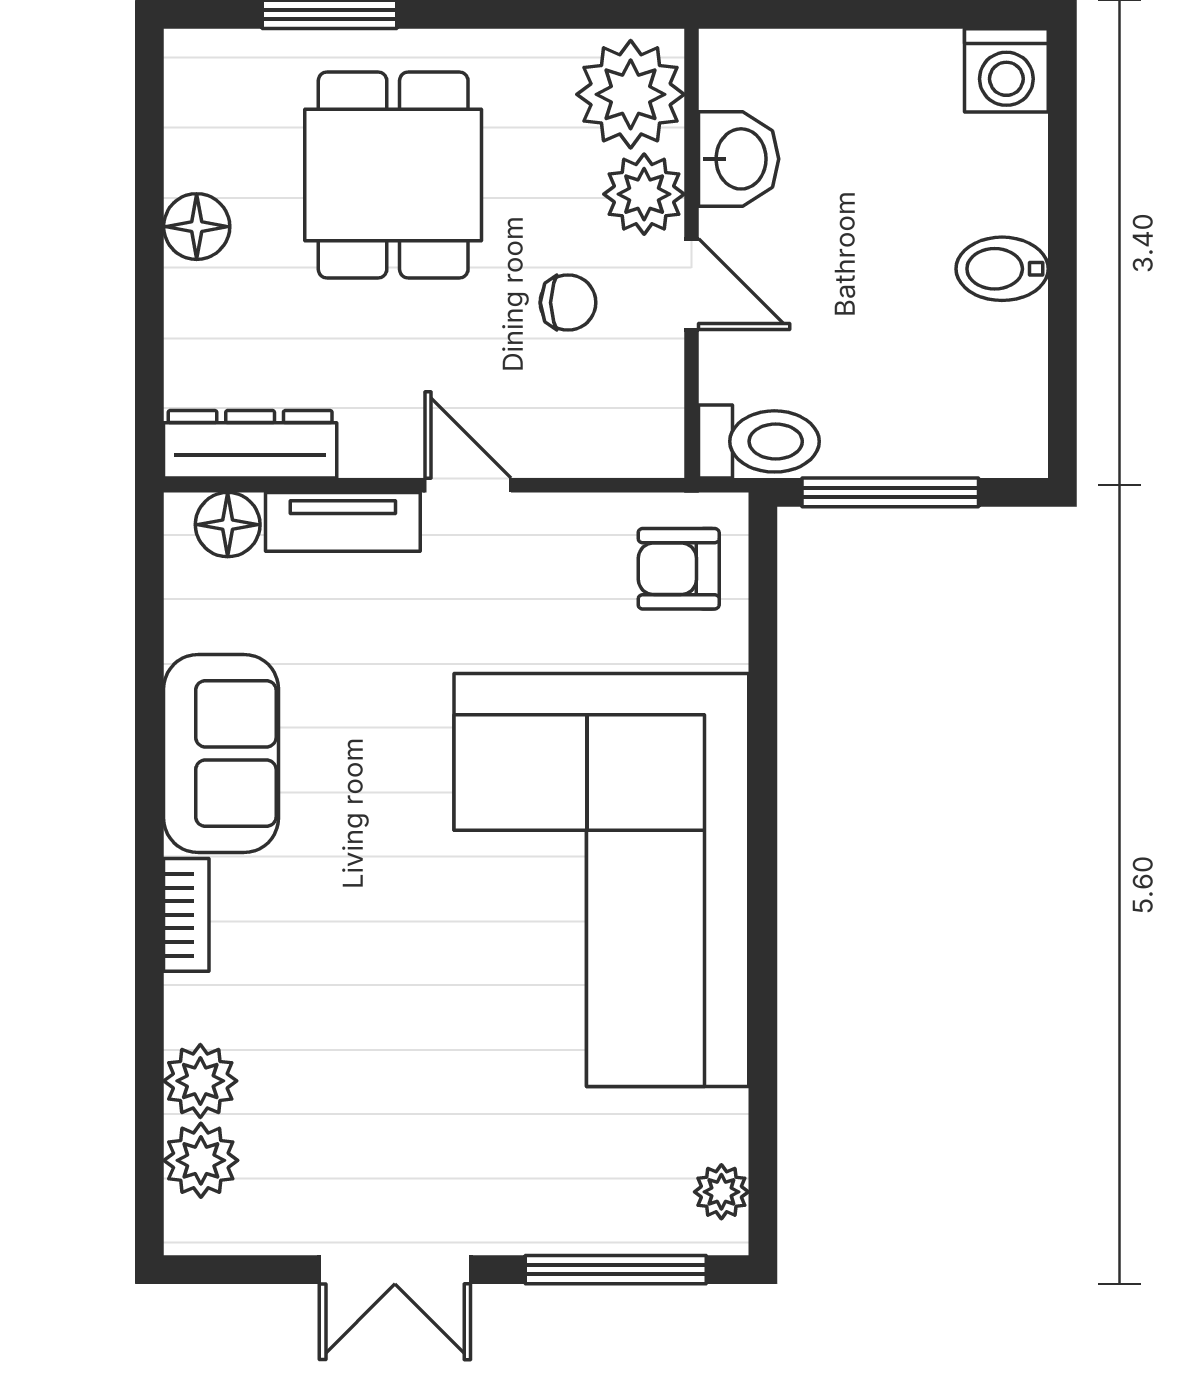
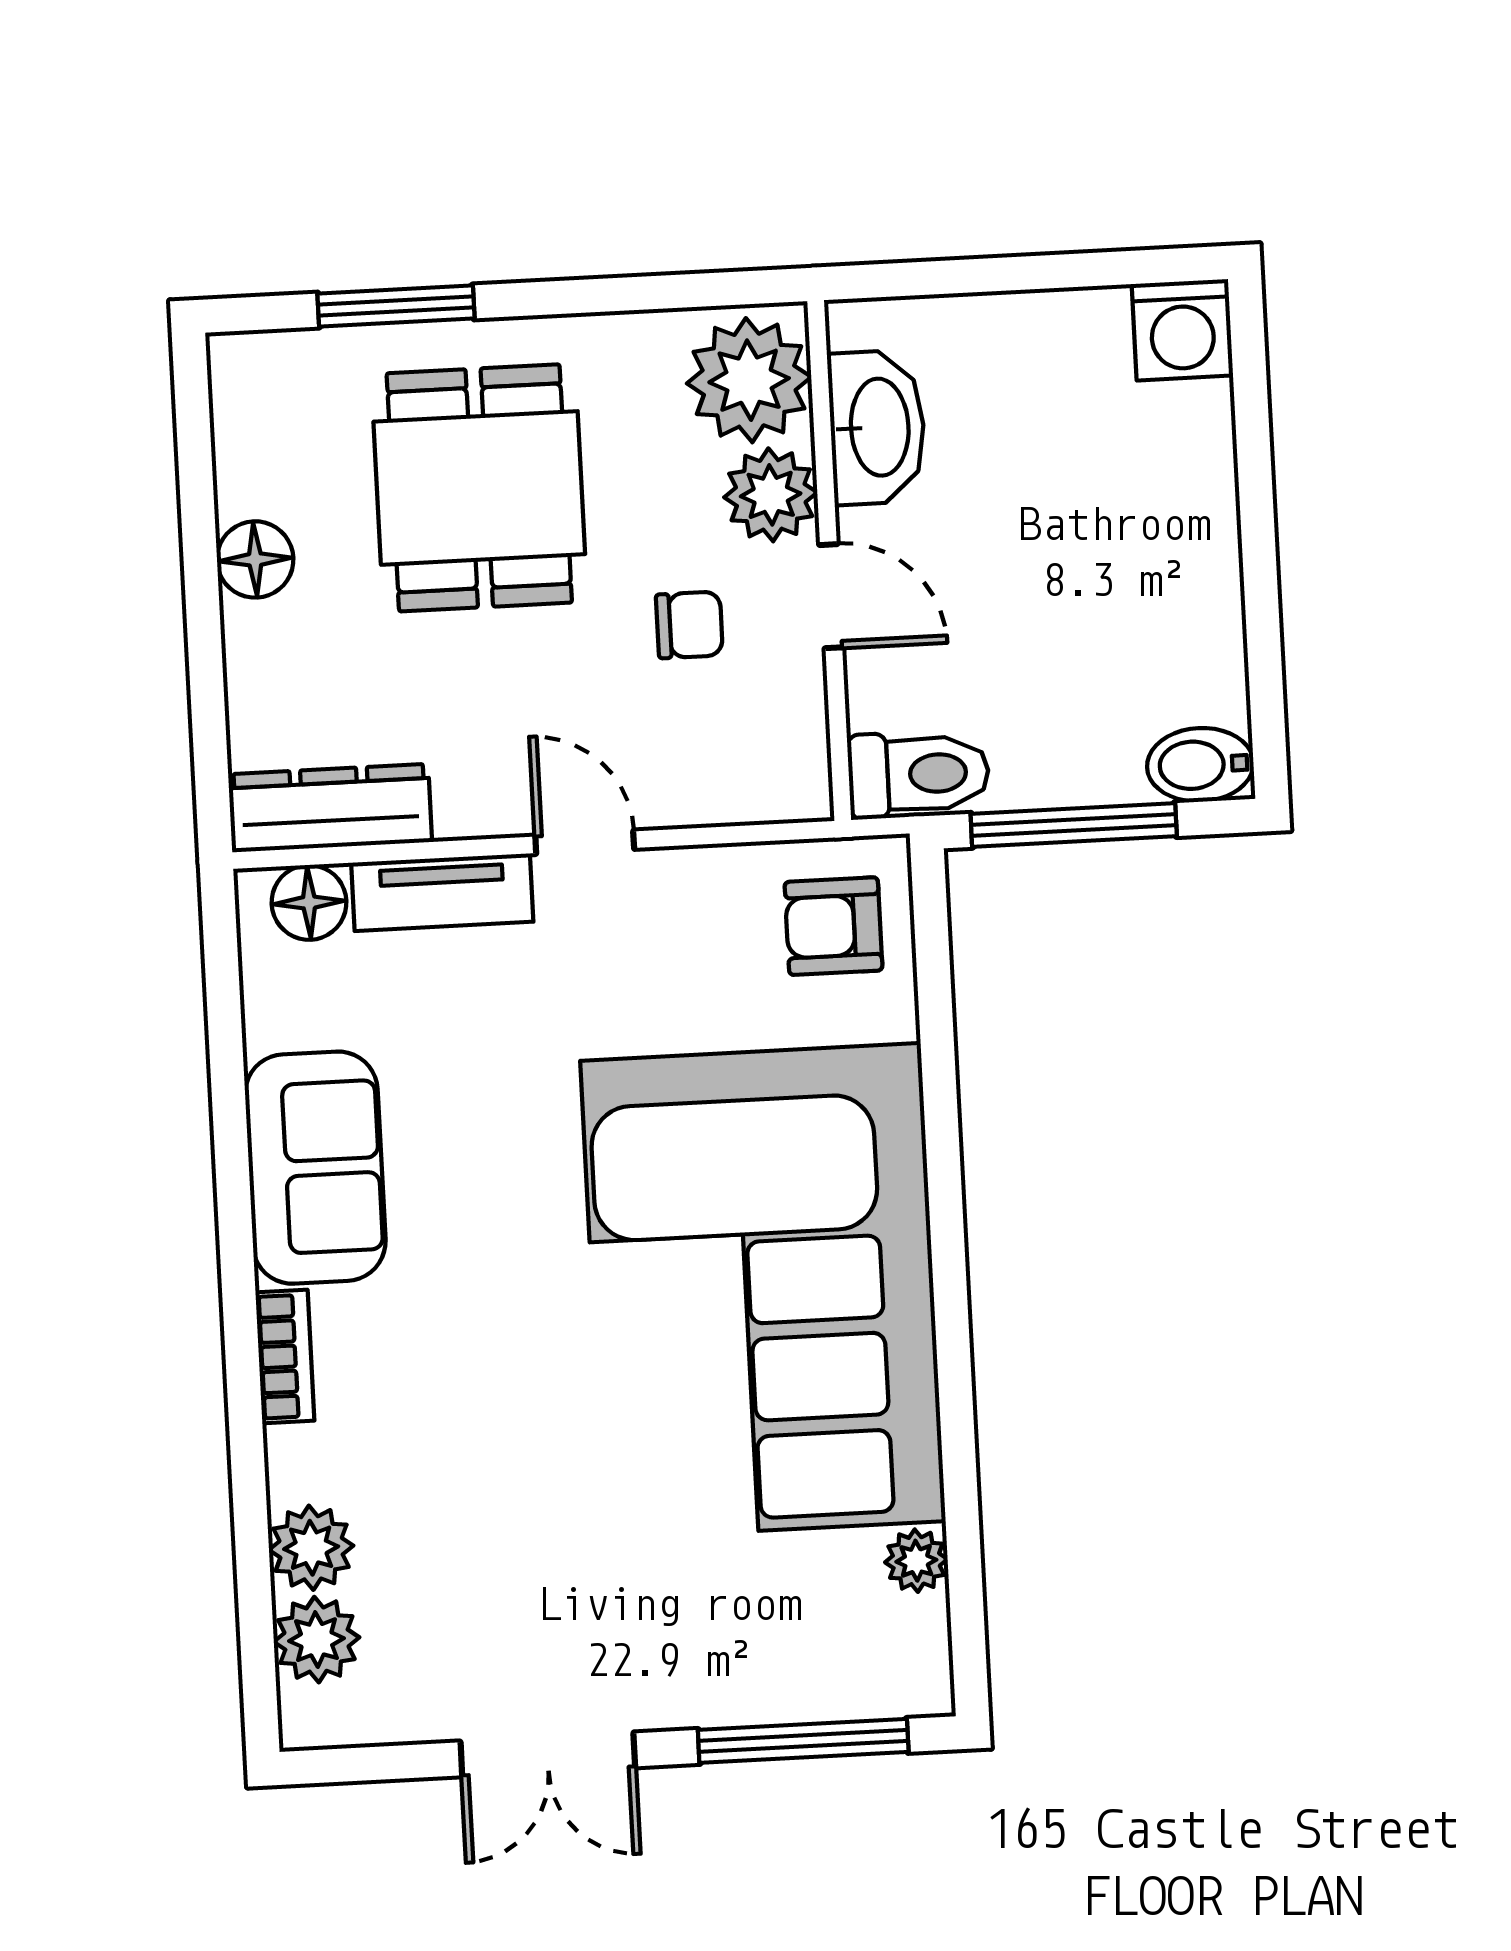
washbasin: (739, 159) -> (877, 427), width x1.38
bidet: (1002, 269) -> (1200, 765), moved
plant: (721, 1192) -> (916, 1561), moved

